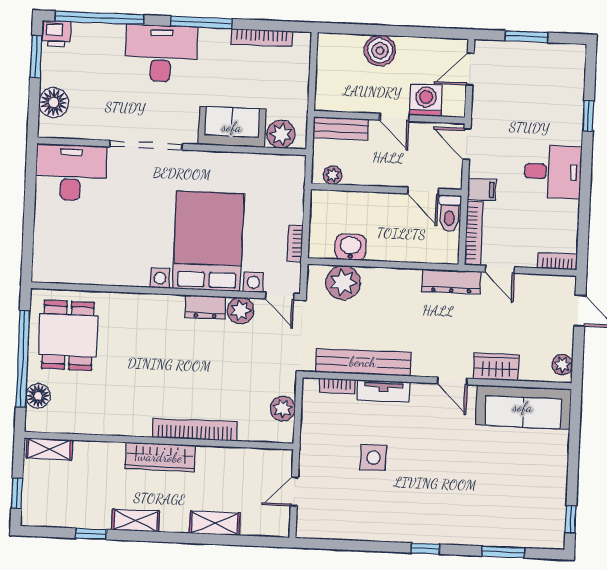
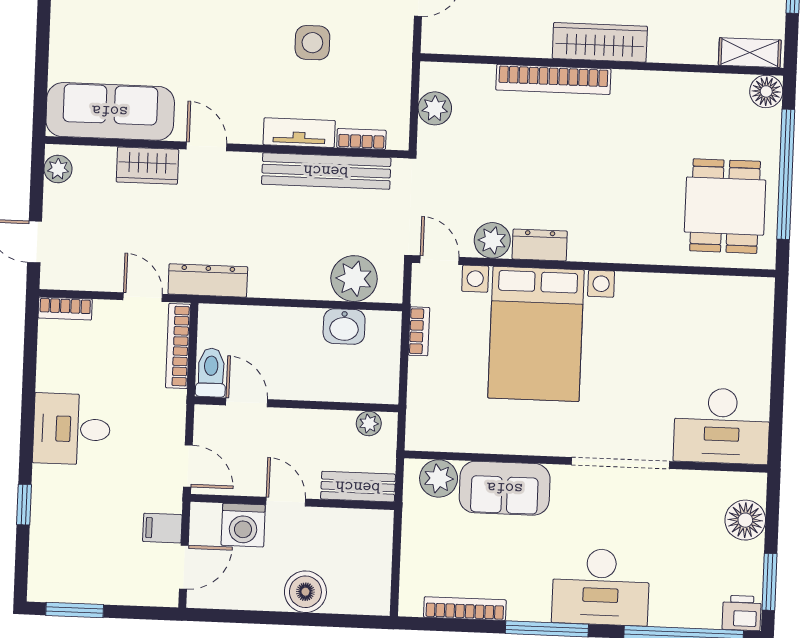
window: (527, 37) -> (75, 610), moved
filing cabinet: (482, 189) -> (162, 528), moved
floor lamp: (38, 396) -> (766, 91), moved

